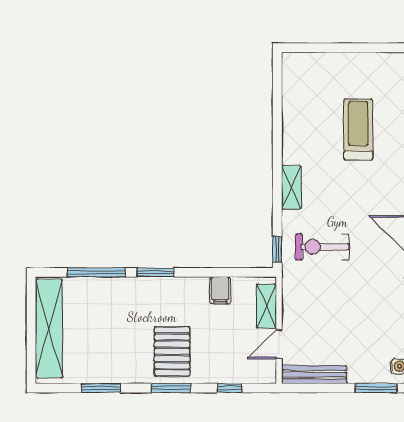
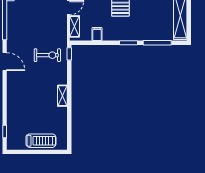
treadmill: (358, 130) -> (41, 141), moved, turned -90
shelving: (291, 187) -> (62, 96), moved

